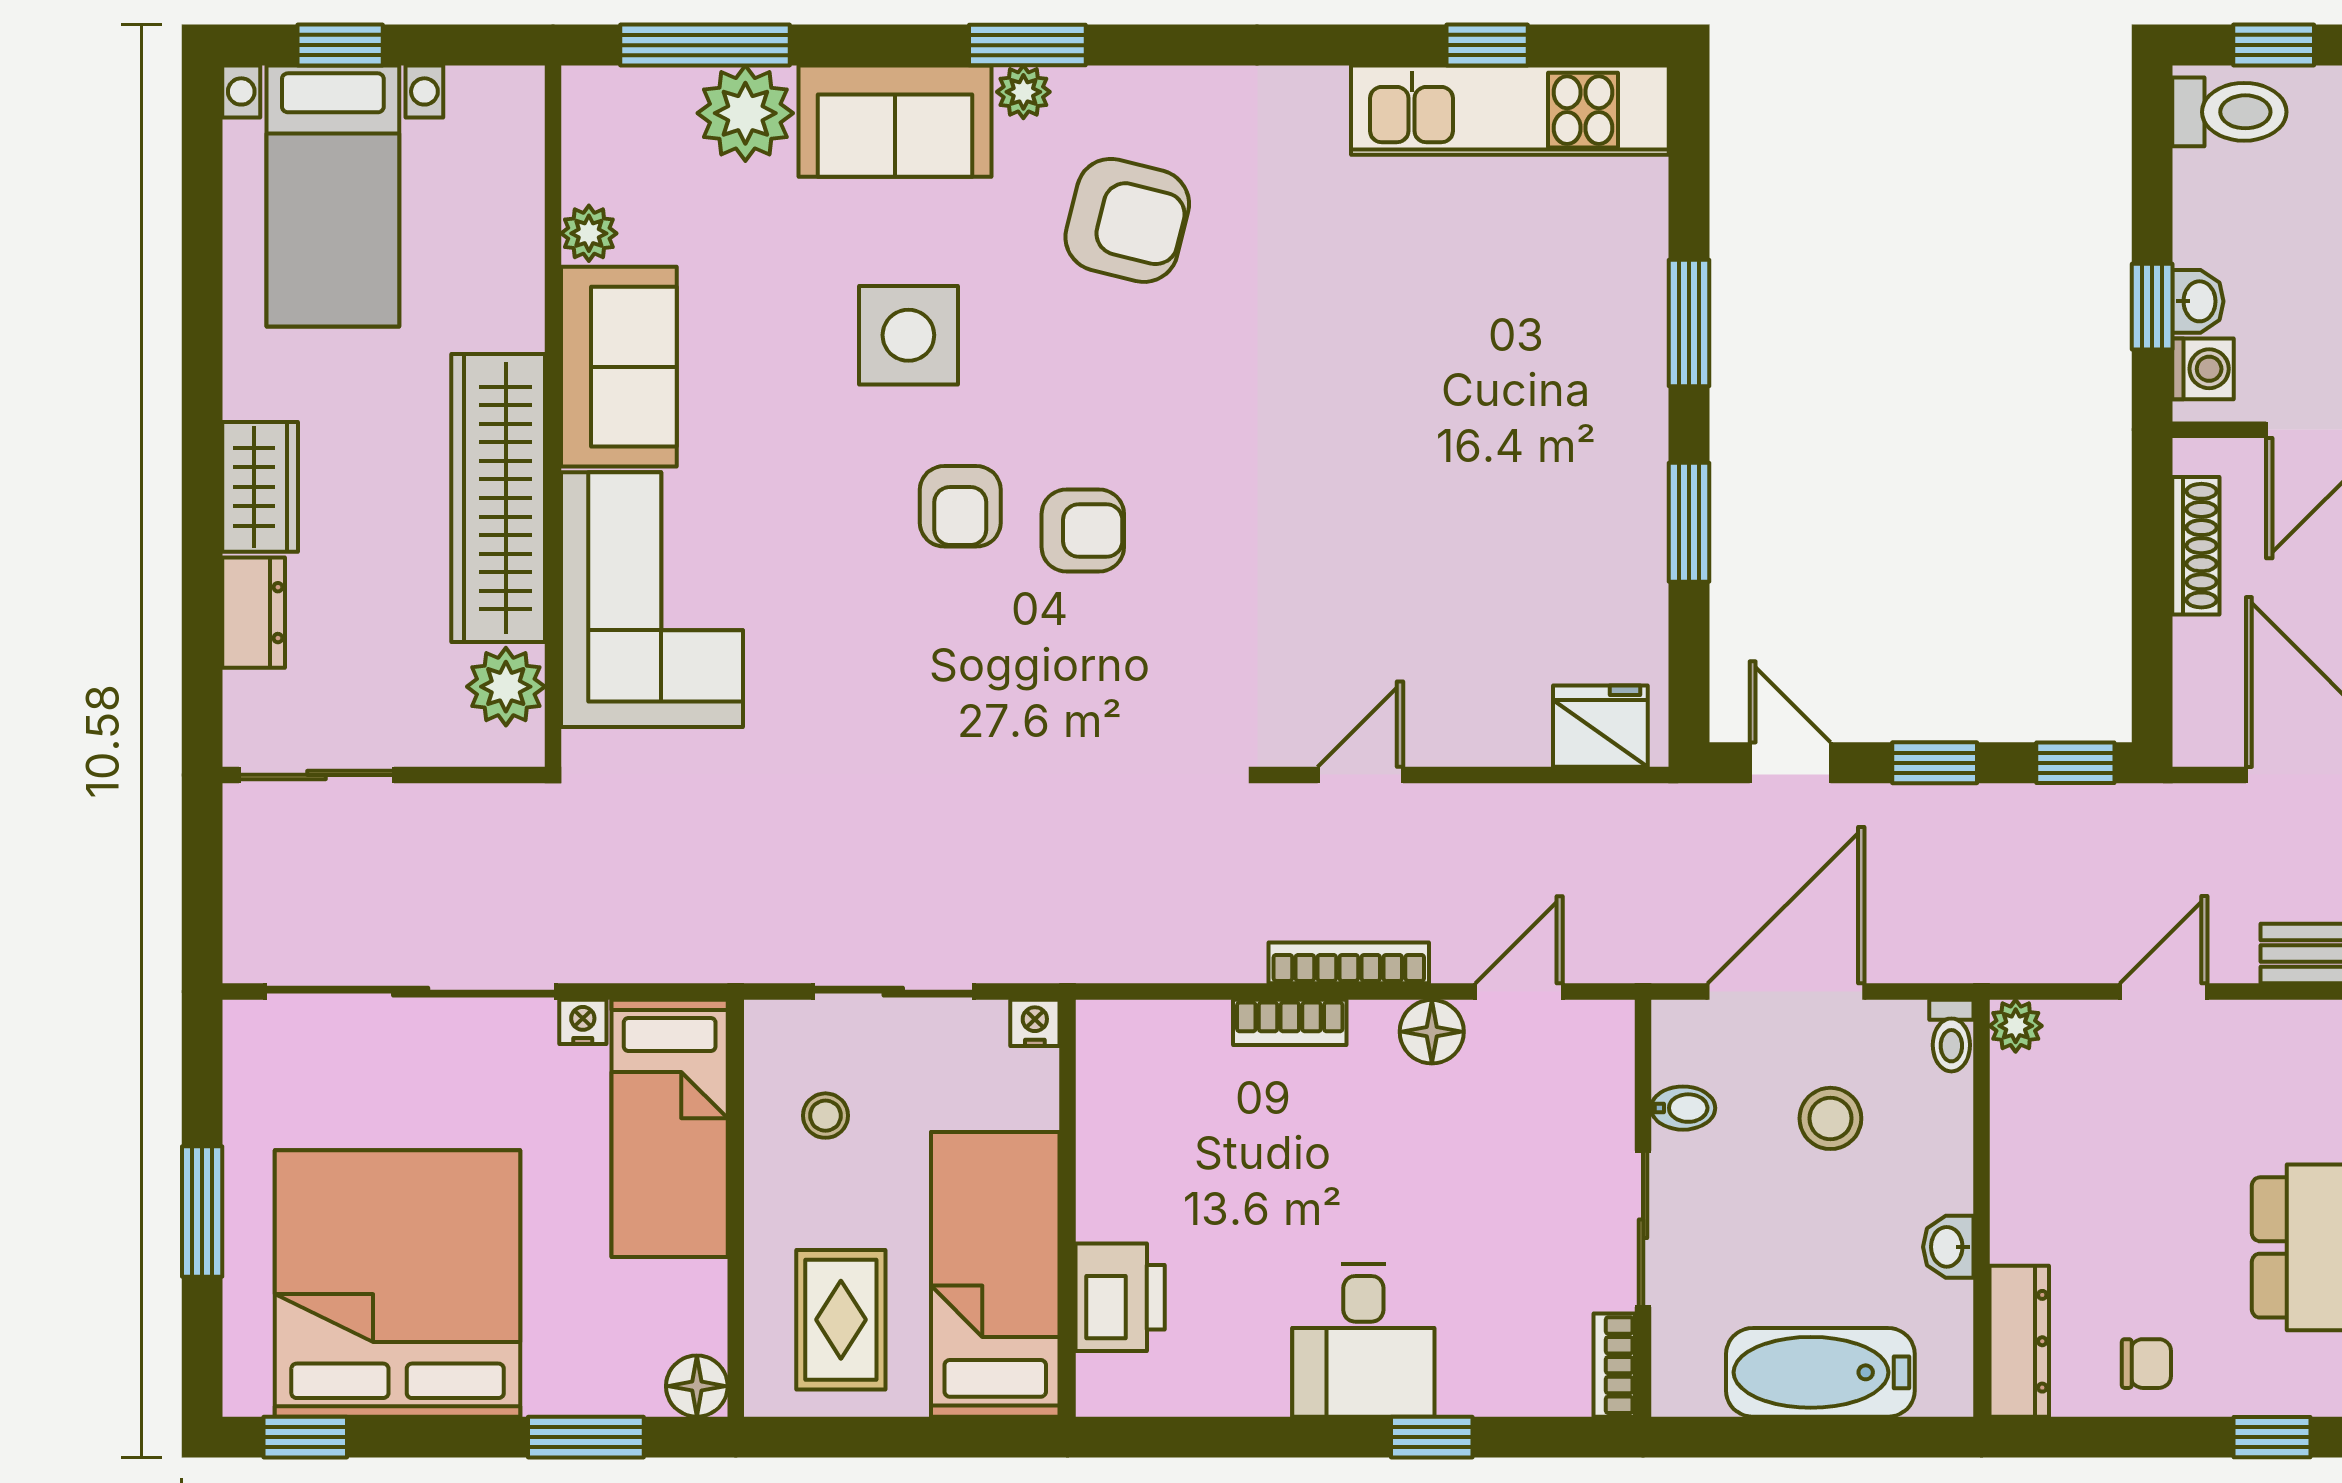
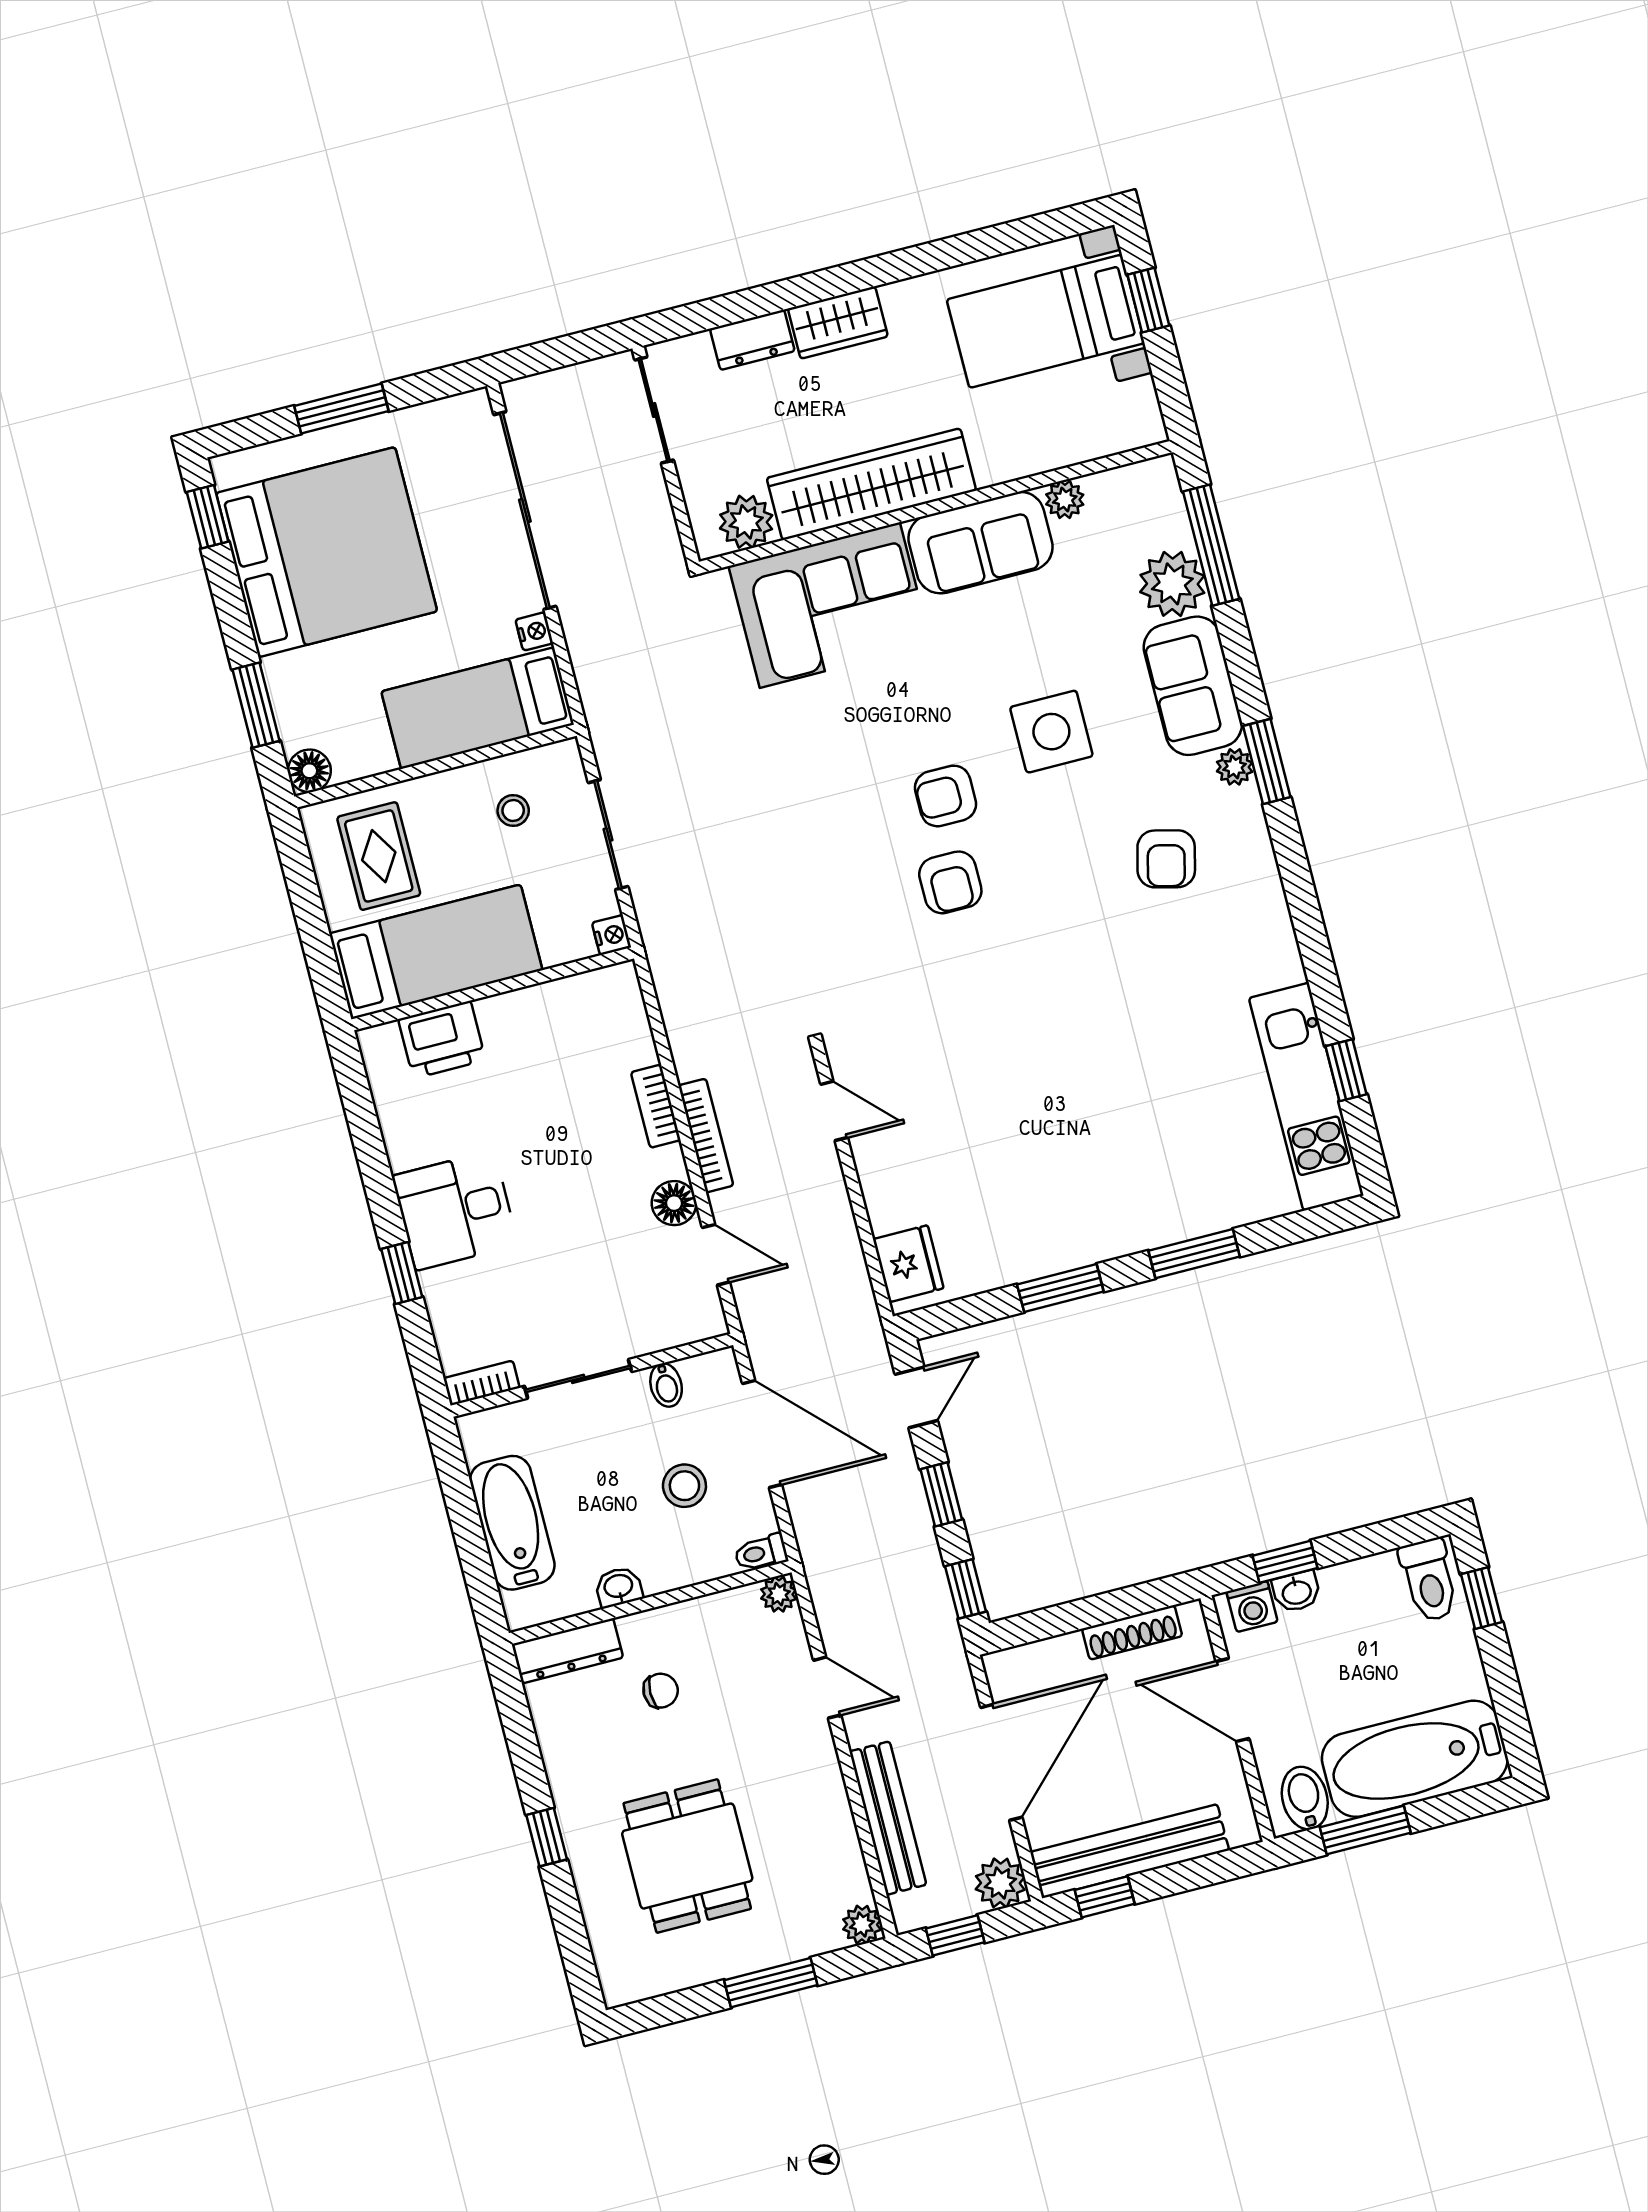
armchair: (1127, 220) -> (1166, 859), width x0.72, depth x0.72
rug: (841, 1320) -> (379, 856), turned 90
chair: (2146, 1364) -> (661, 1691), moved, turned -90

